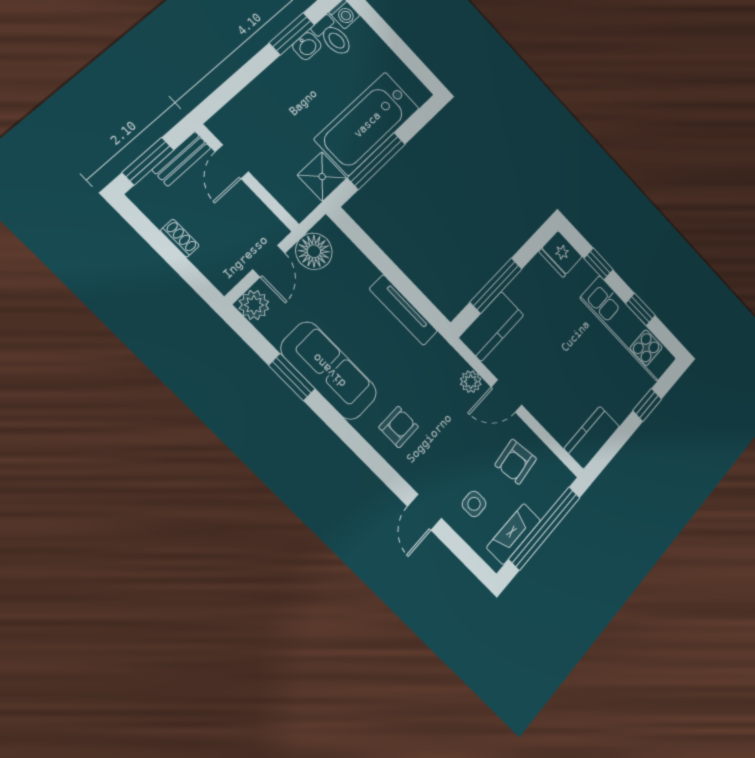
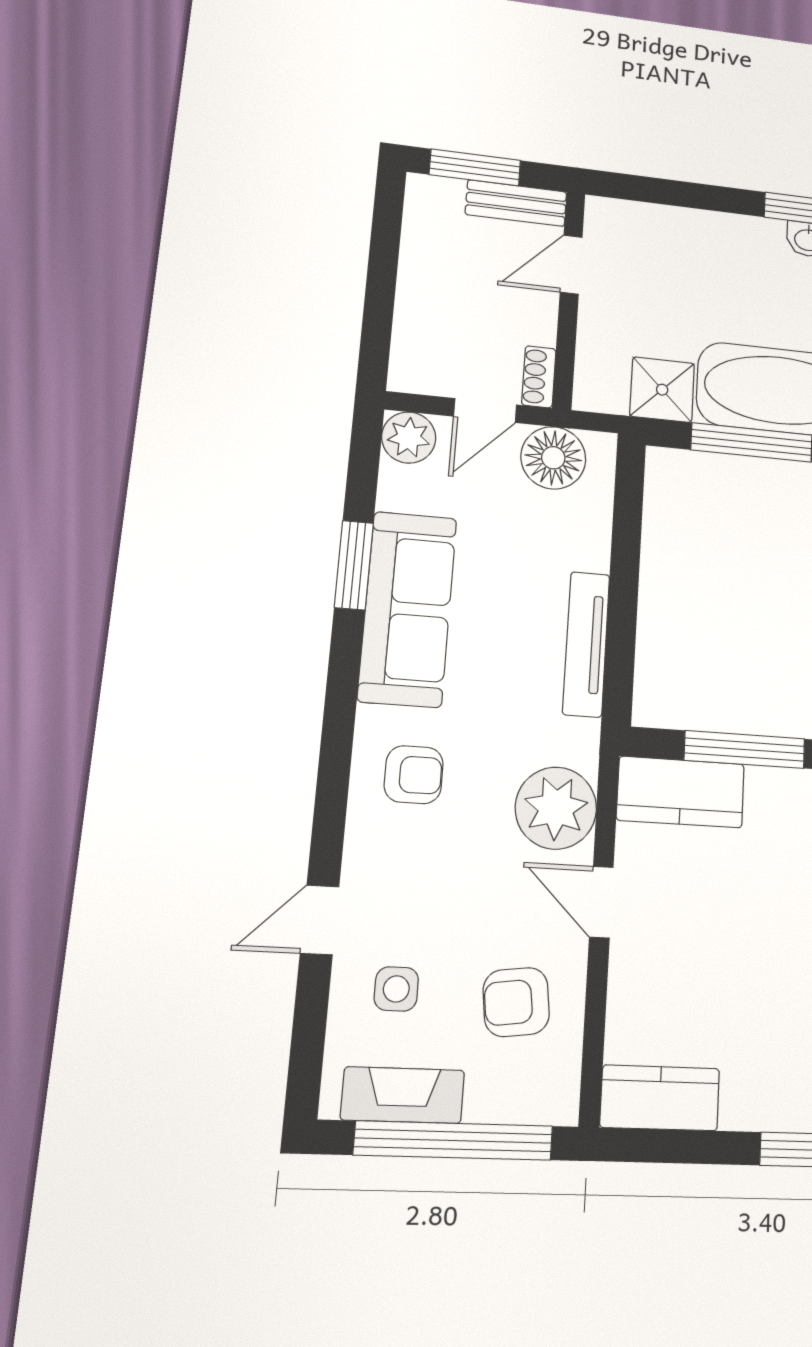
shoe rack: (180, 238) -> (539, 377), moved, turned 180
plant: (471, 382) -> (556, 808), width x1.87, depth x1.87

